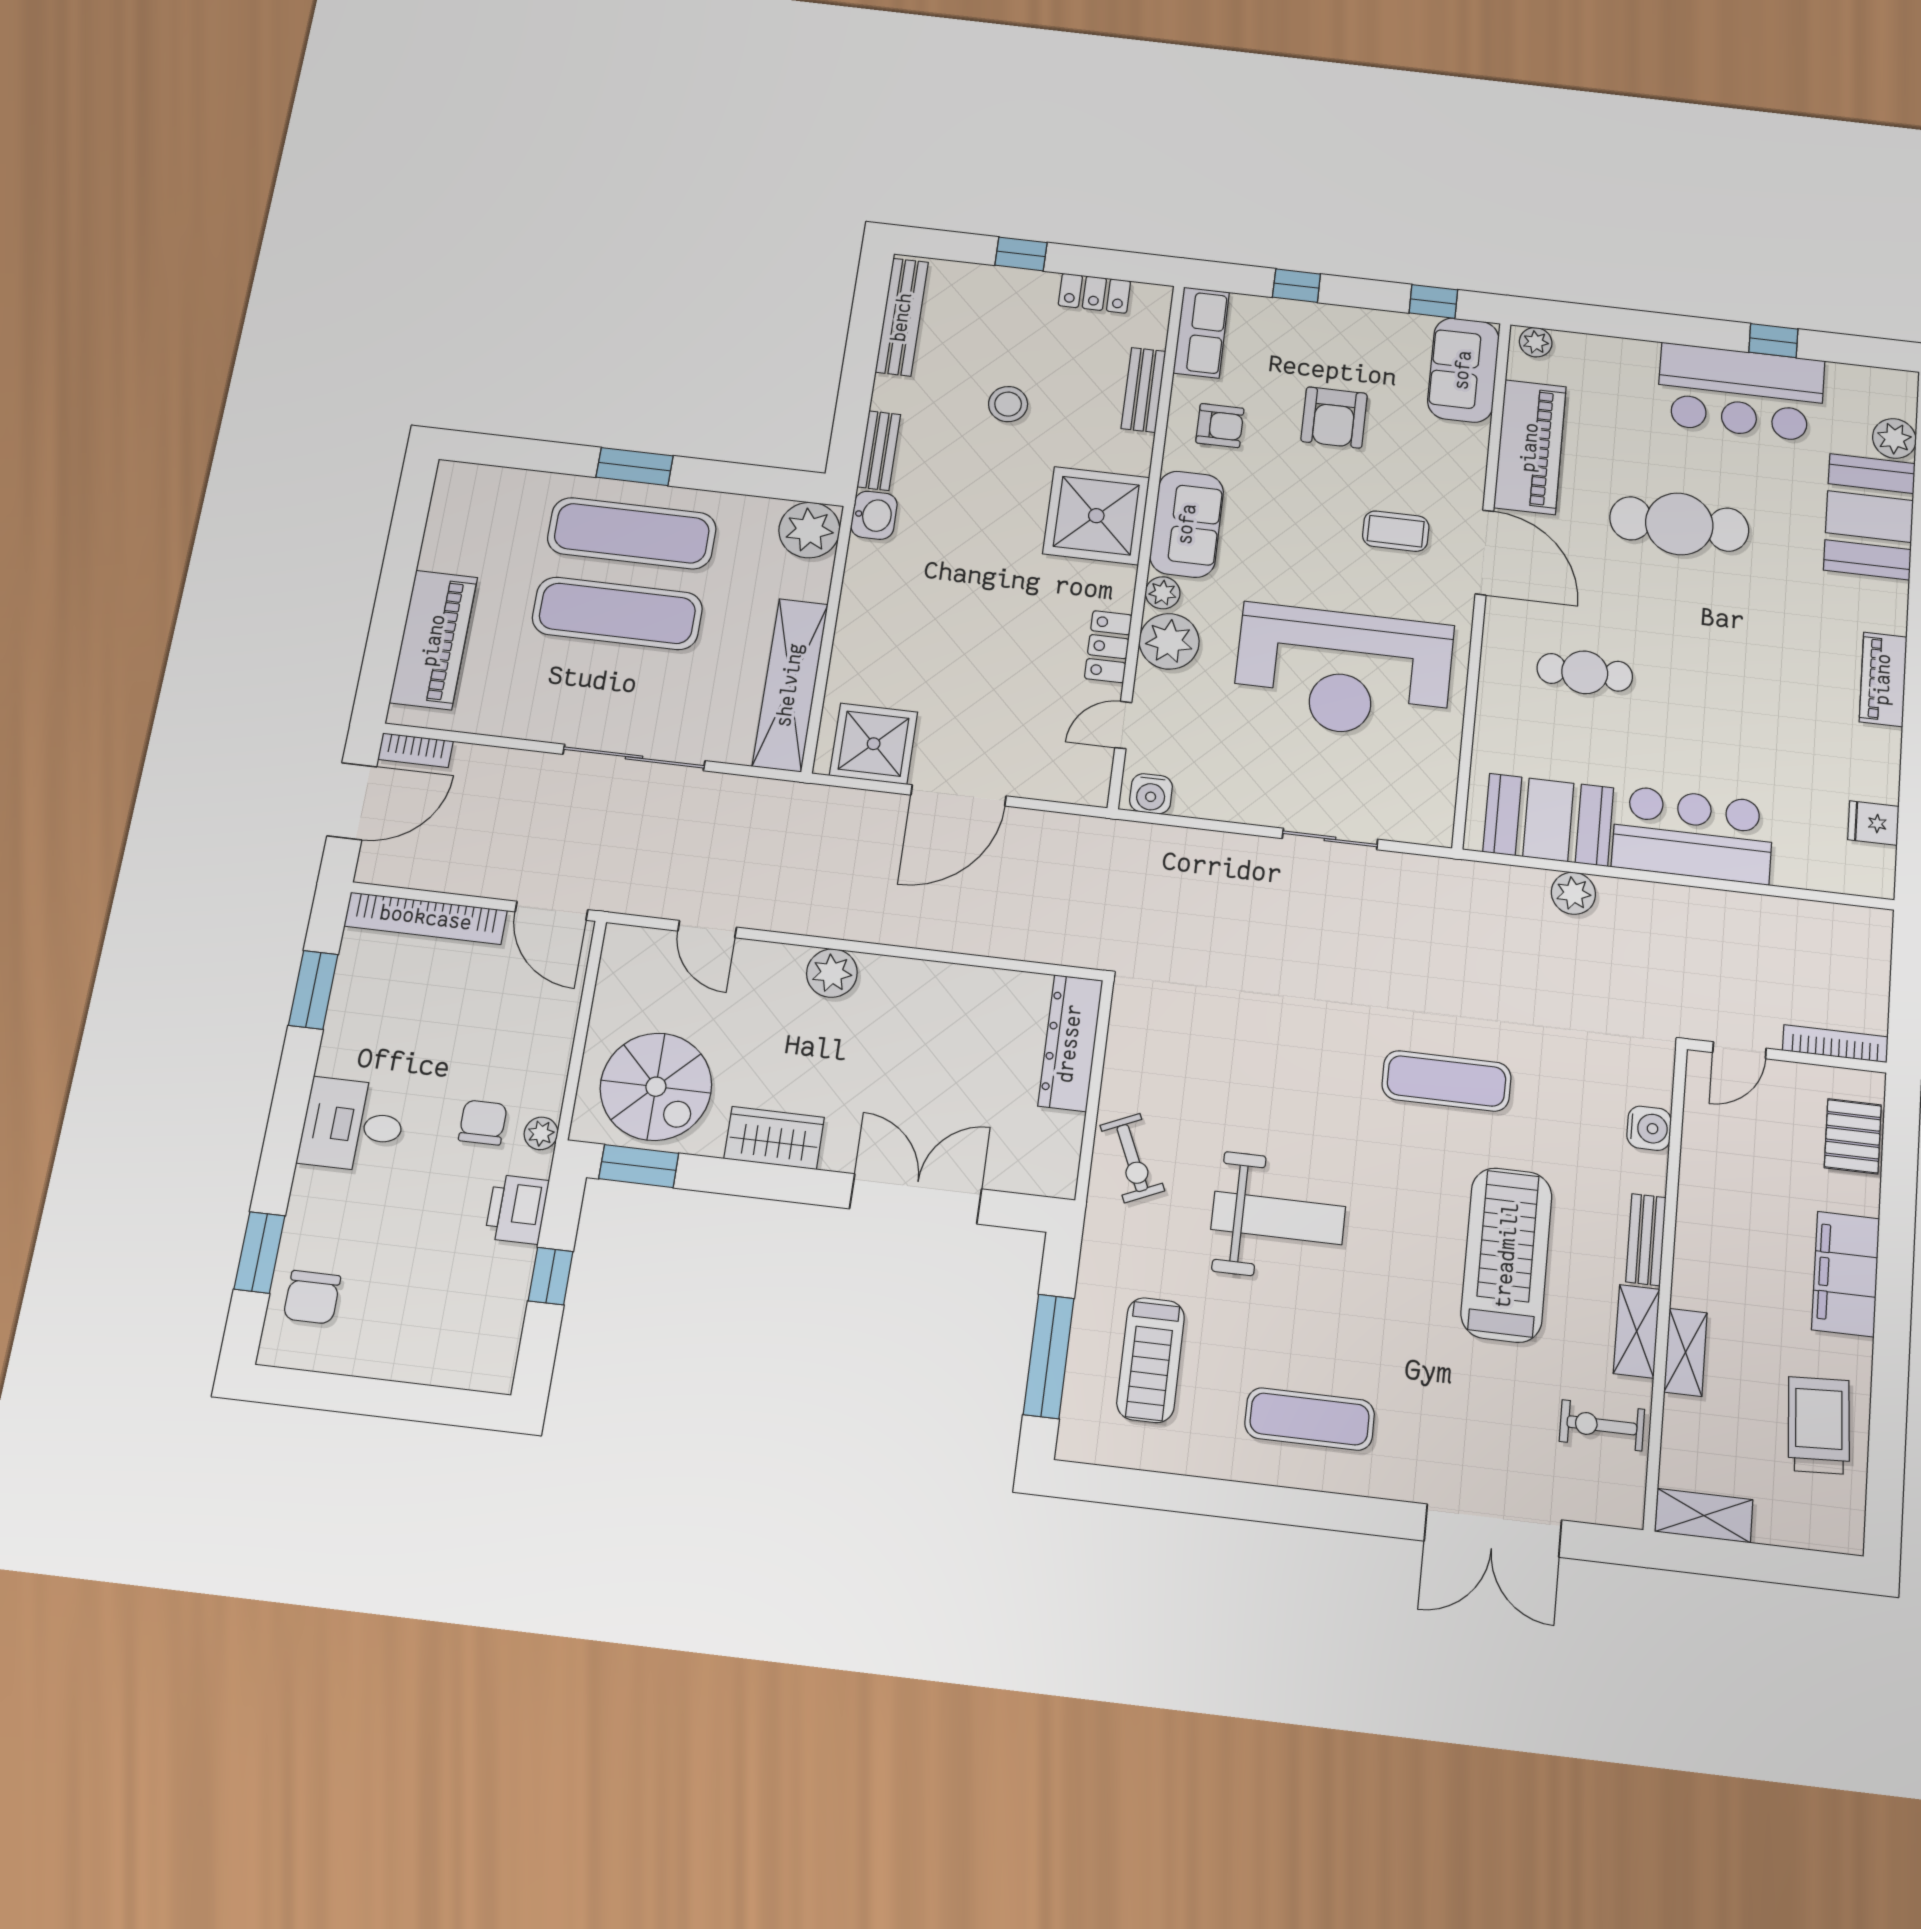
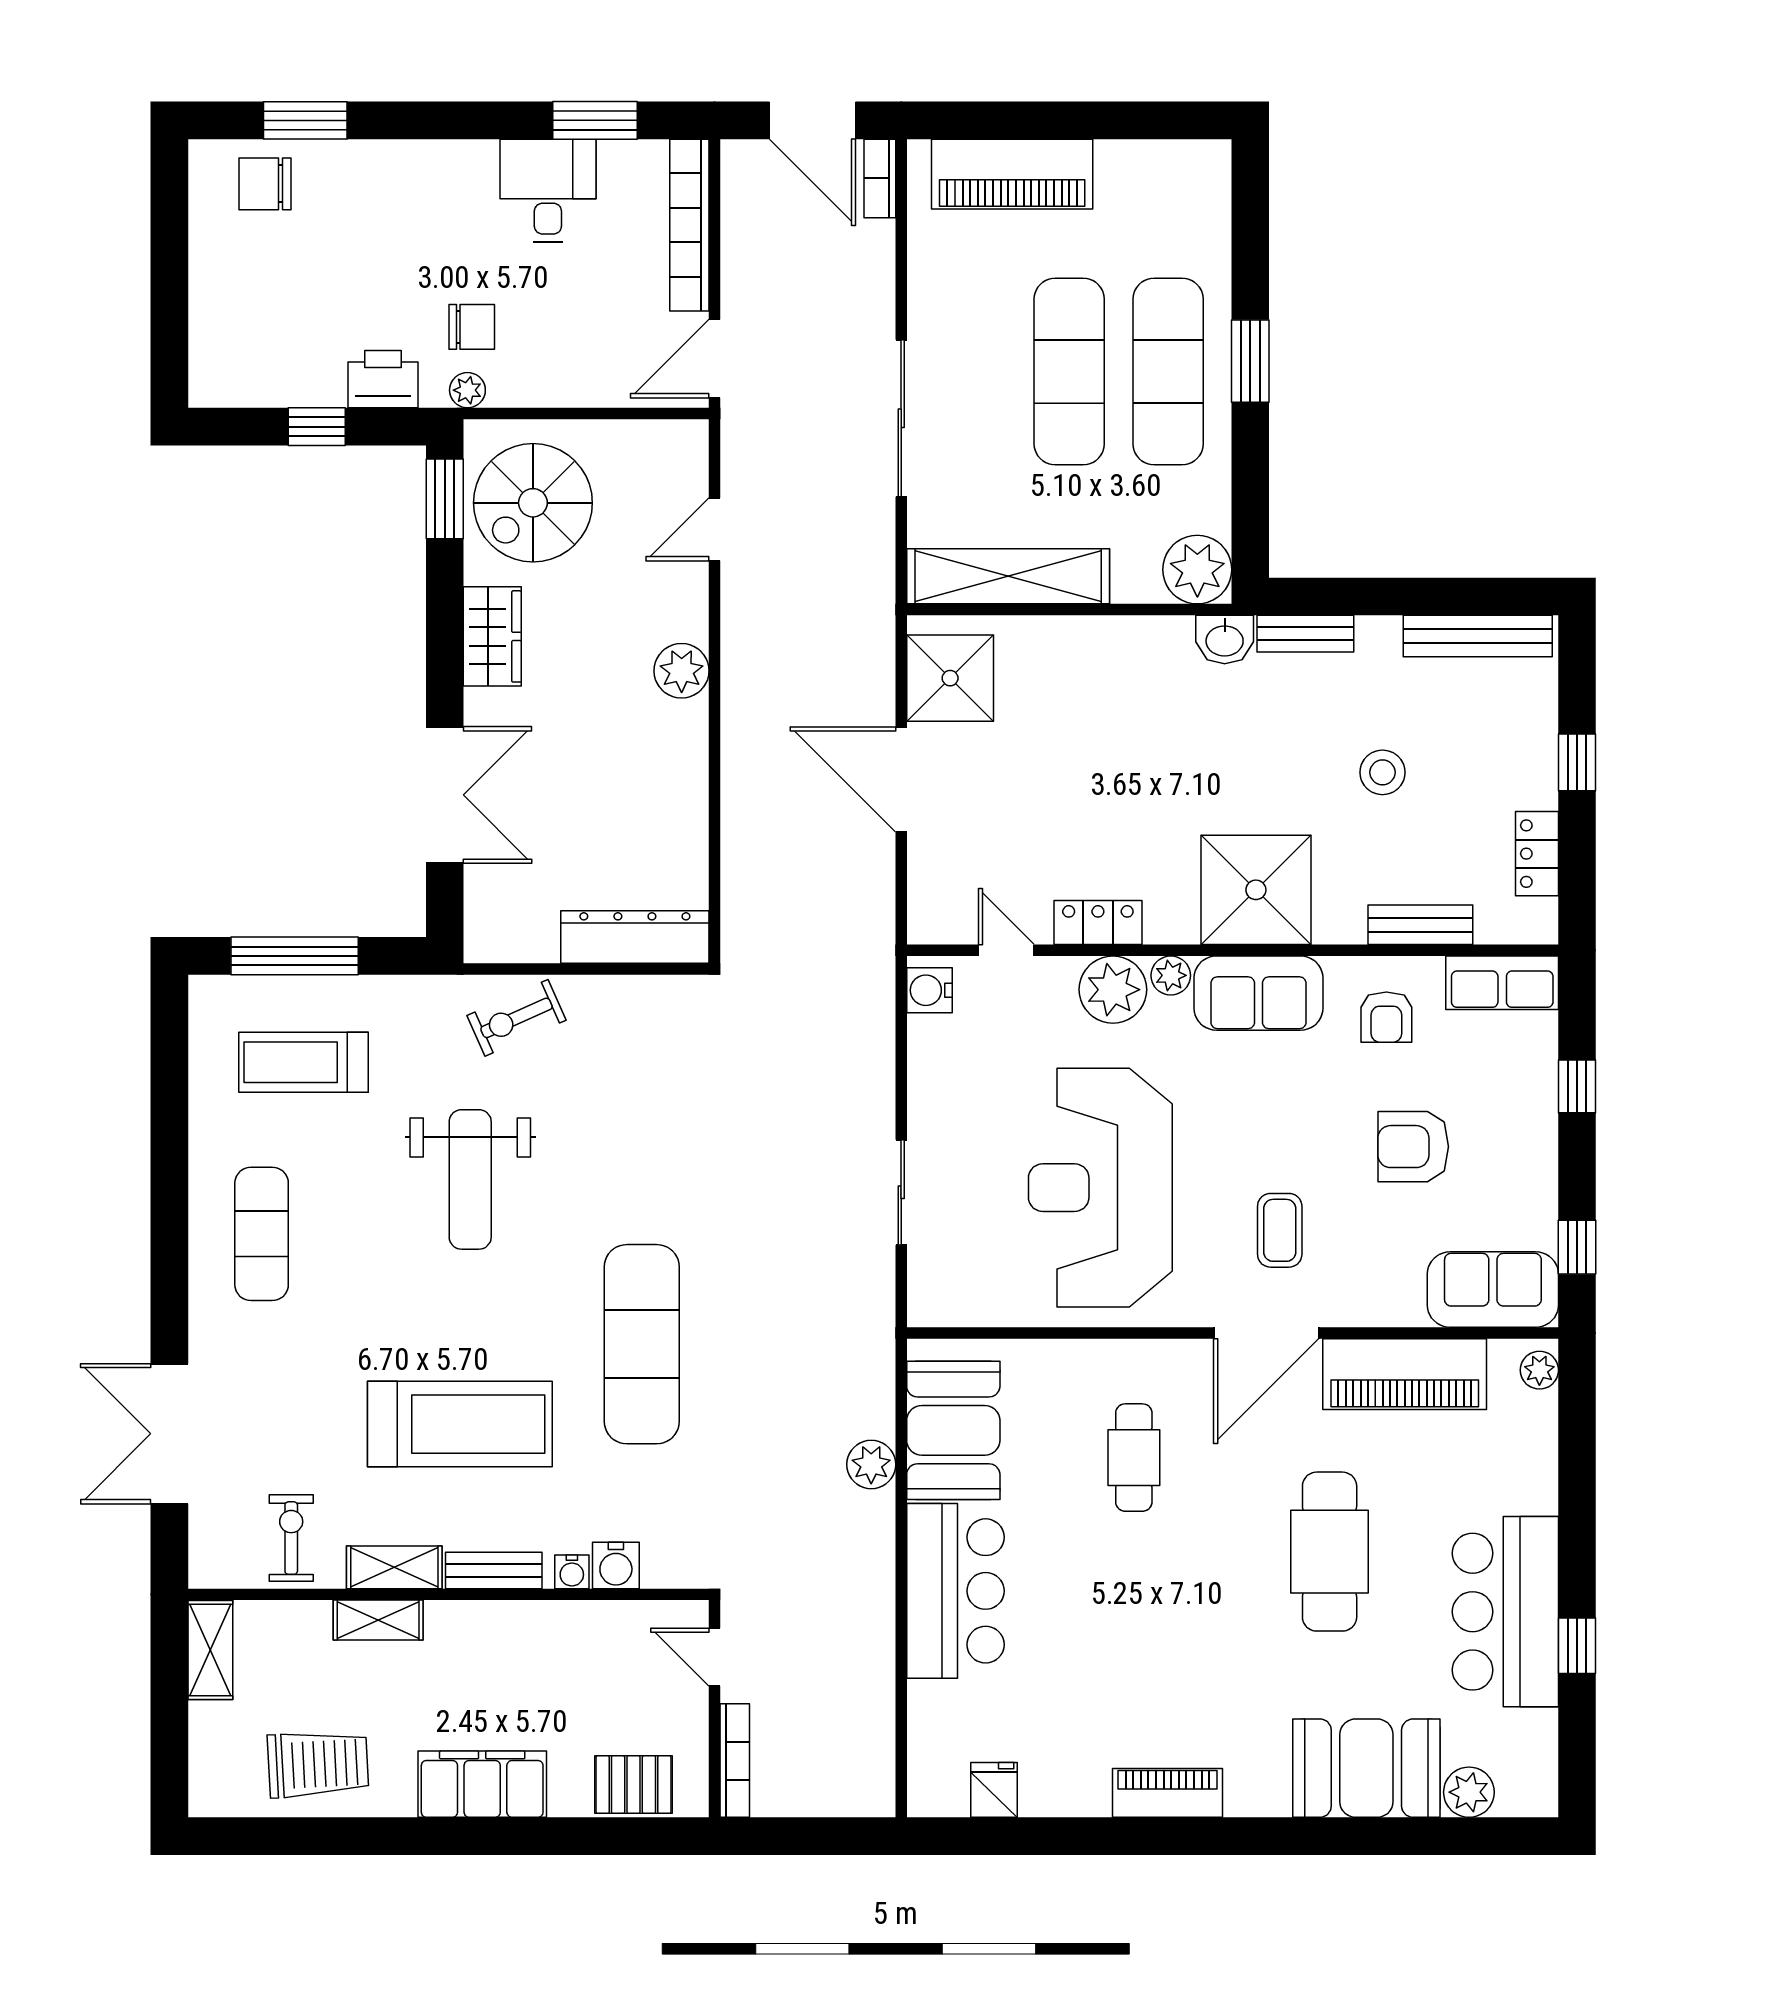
exercise mat: (1446, 1081) -> (642, 1344), width x1.36, depth x1.45
desk: (353, 1125) -> (548, 191), moved
water cooler: (1652, 1169) -> (572, 1572), added

